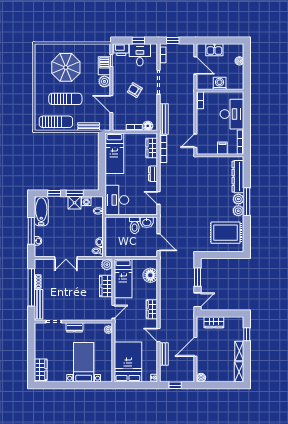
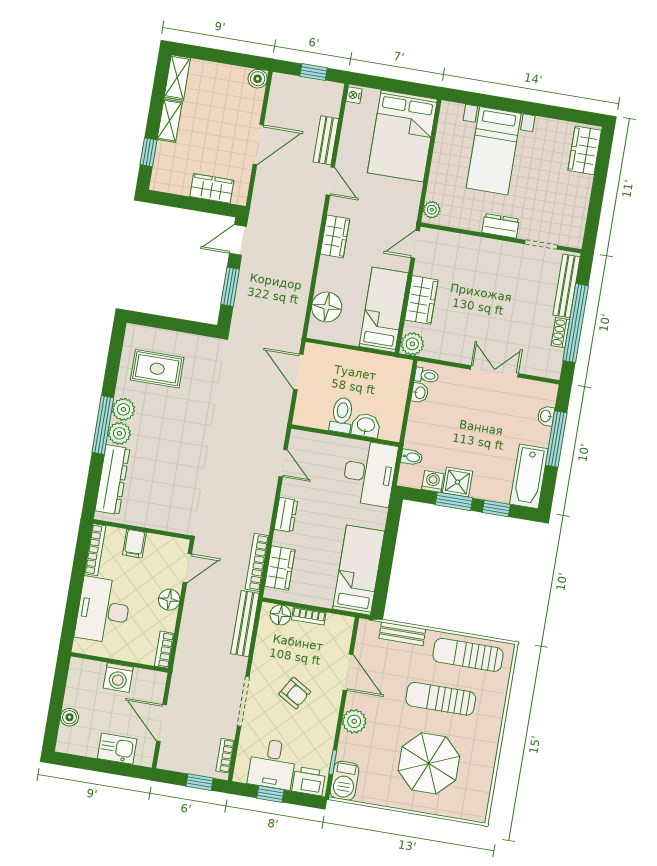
barbecue: (104, 66) -> (344, 781), moved
floor lamp: (202, 124) -> (169, 600), added
washbasin: (147, 222) -> (366, 425), moved
rug: (226, 233) -> (157, 369), width x0.73, depth x0.70

